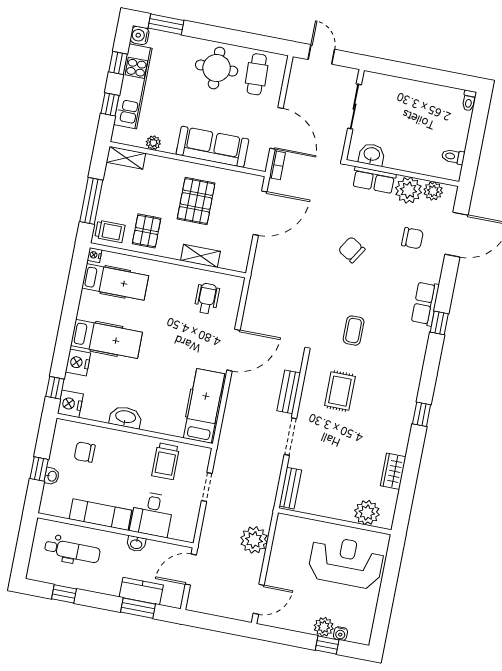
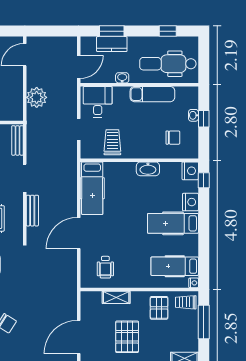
desk: (152, 514) -> (98, 102), moved
dental chair: (72, 551) -> (168, 64), width x1.36, depth x1.38

